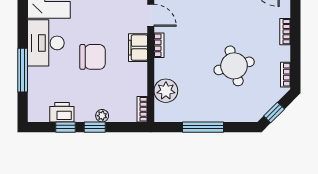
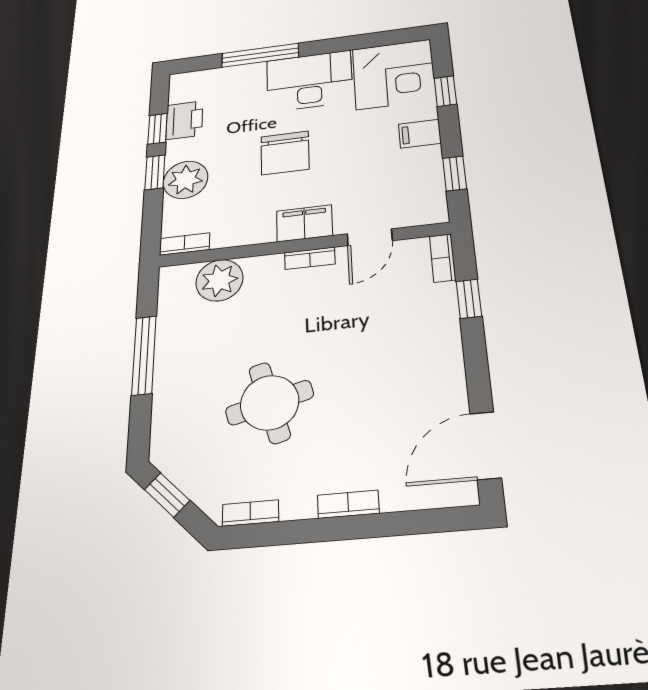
plant: (102, 116) -> (186, 180), width x1.87, depth x1.87

